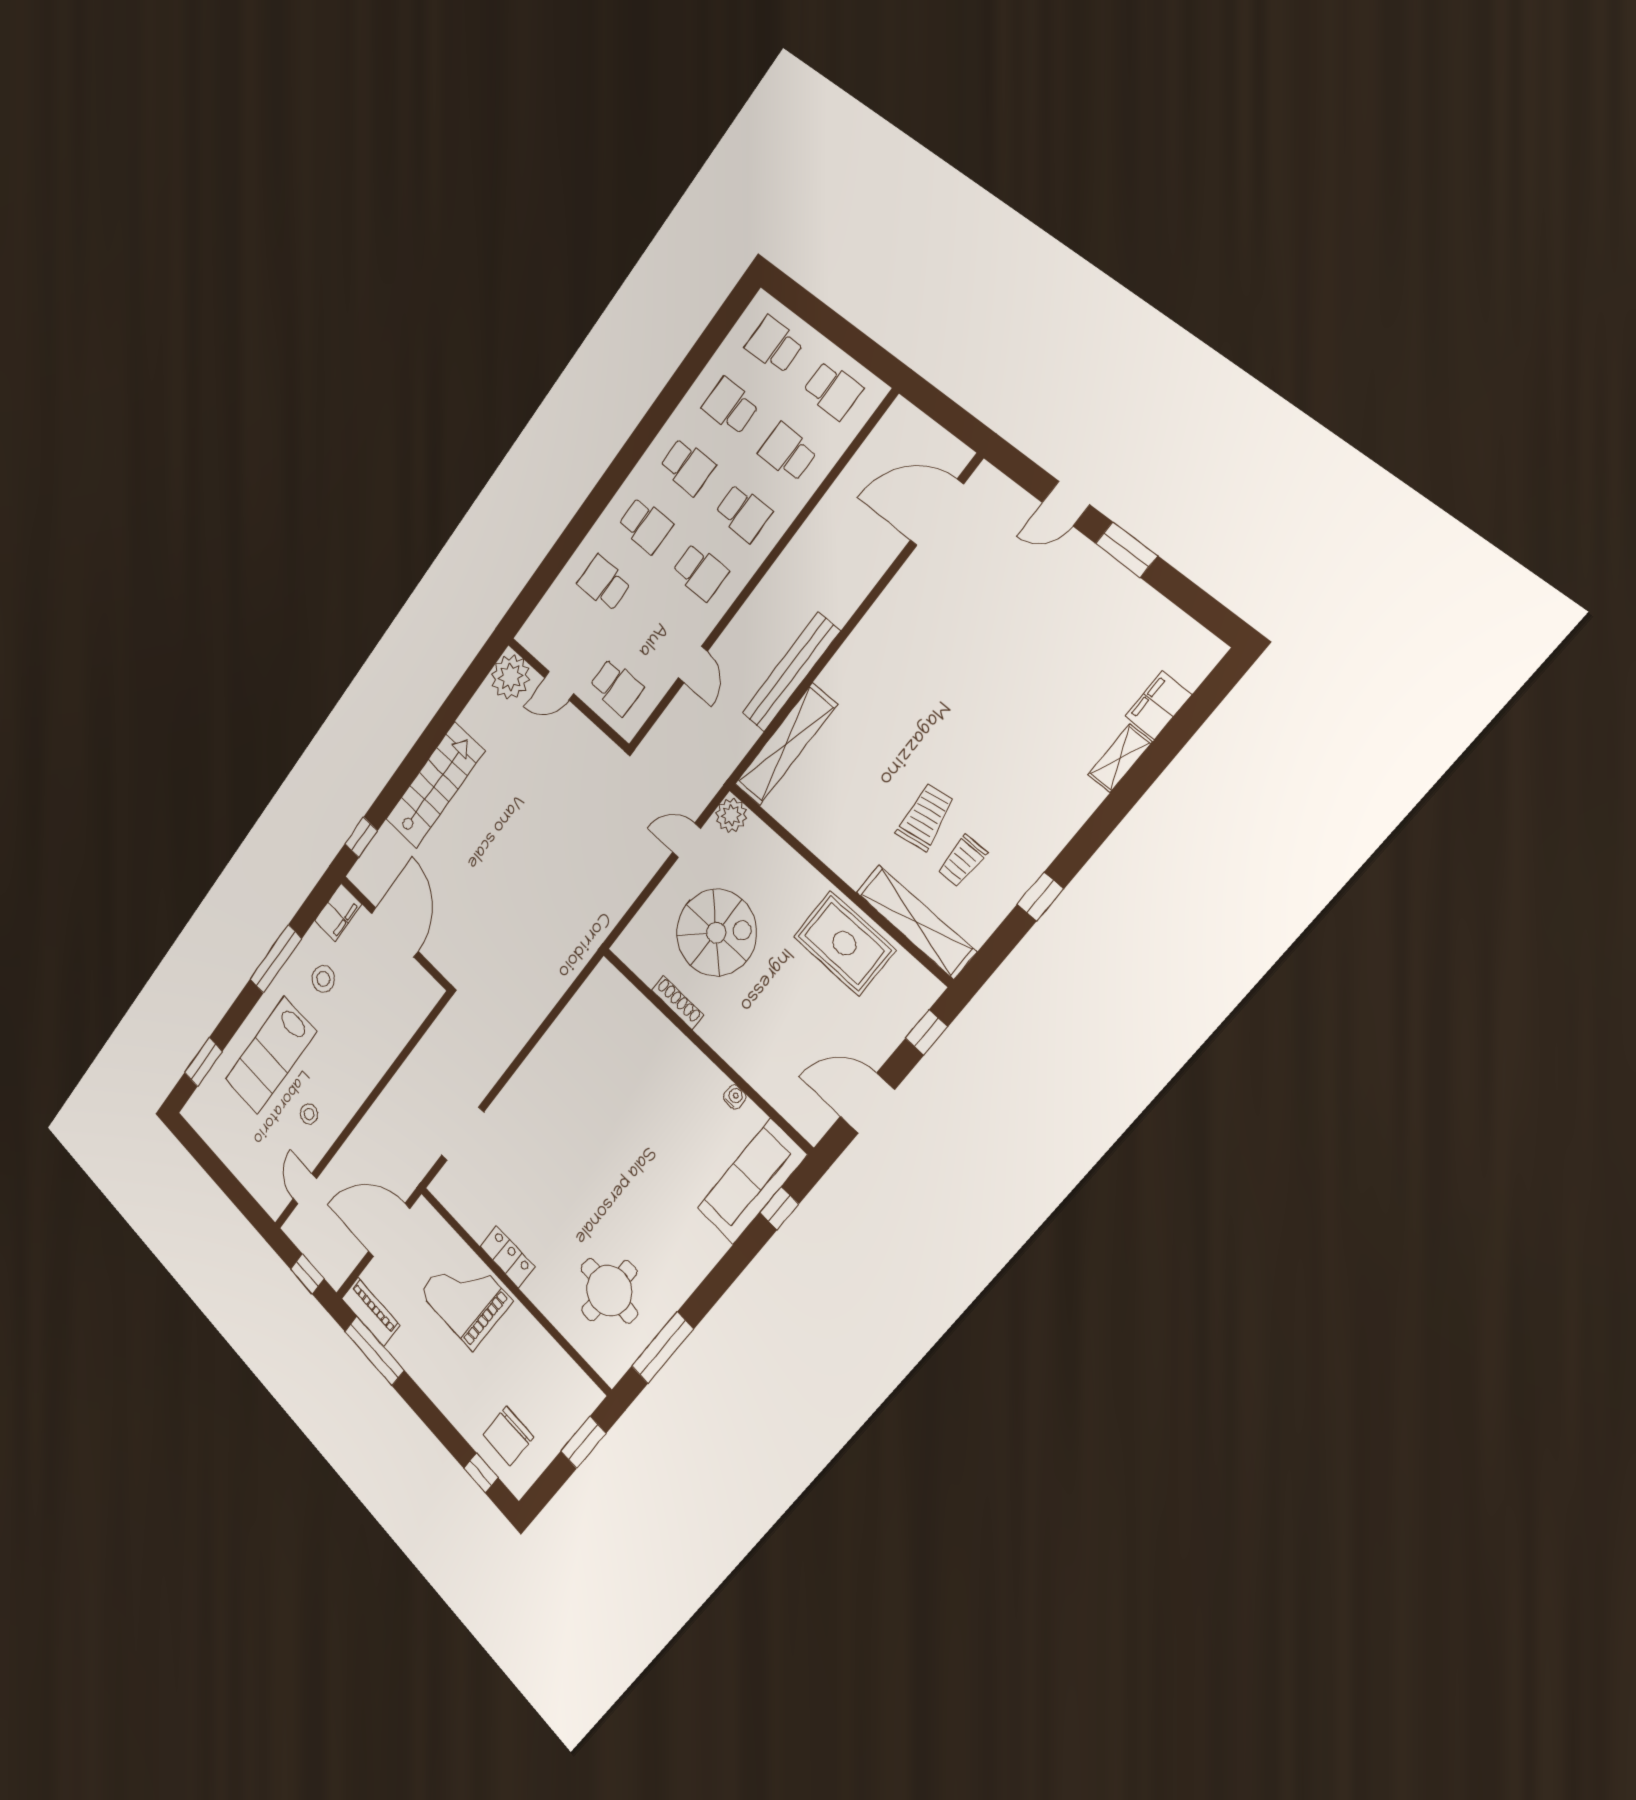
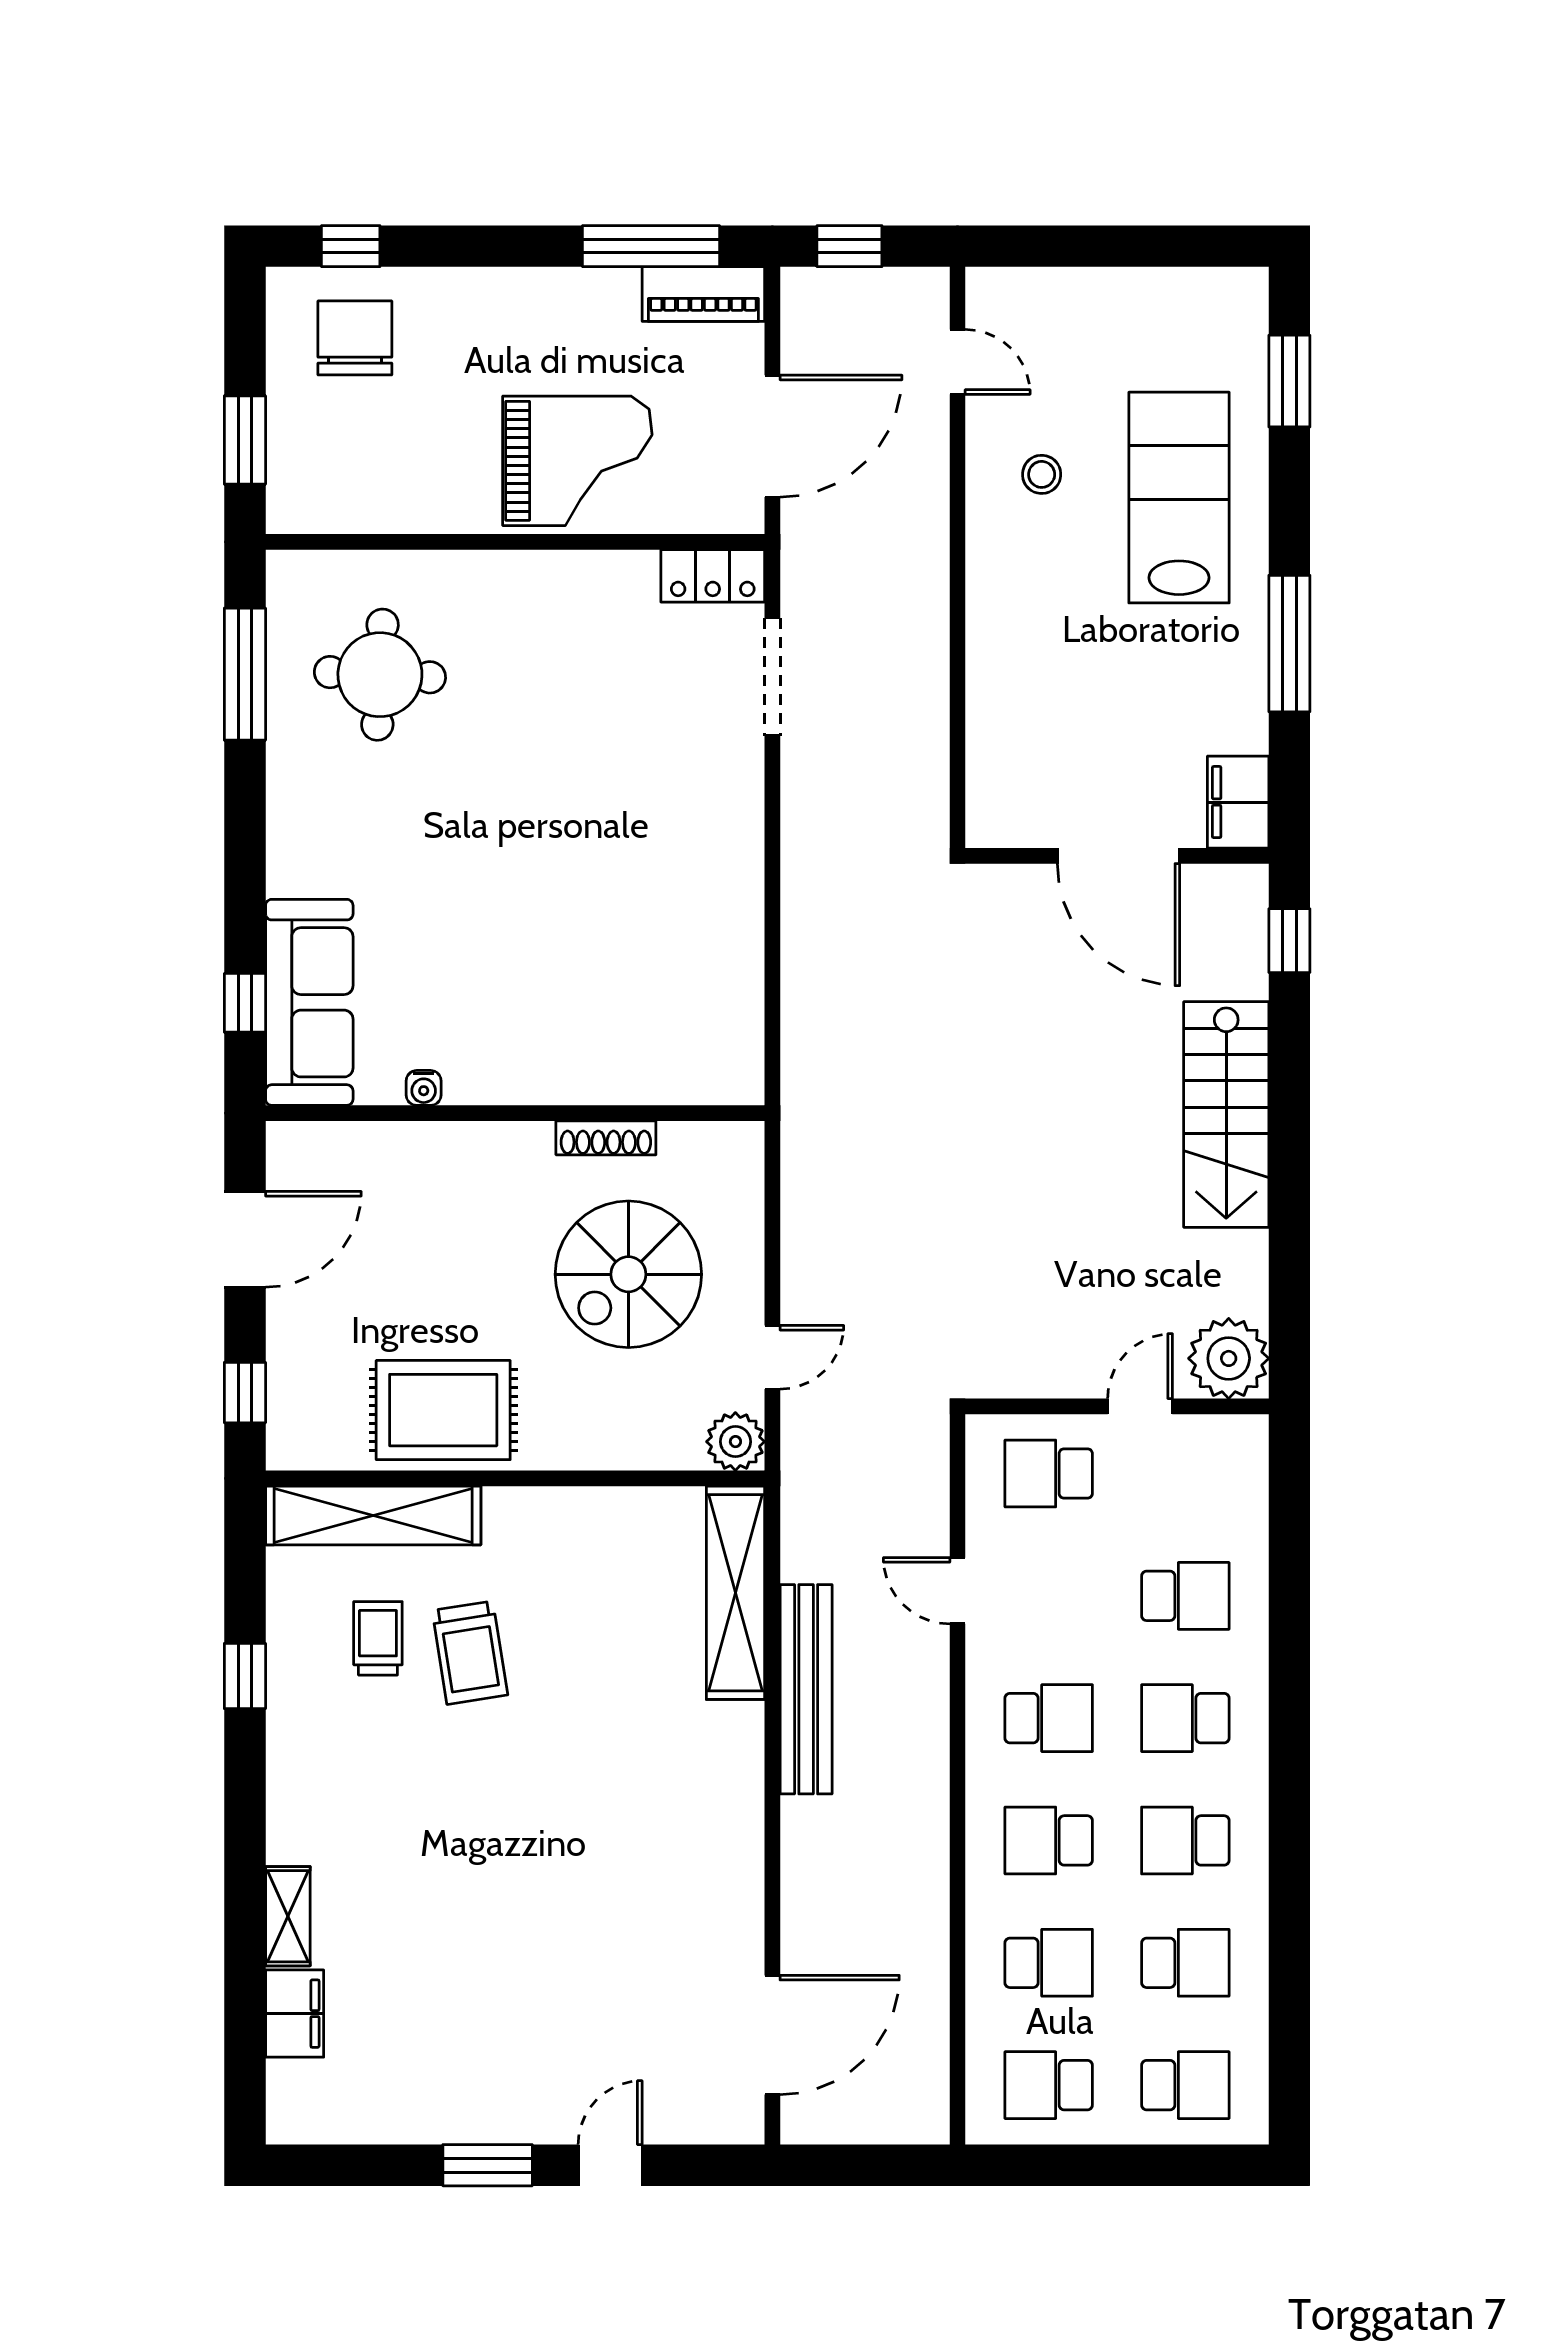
school desk: (700, 572) -> (1049, 1718), turned 180
stool: (323, 979) -> (1183, 687), removed
locker: (507, 1257) -> (713, 576), moved

